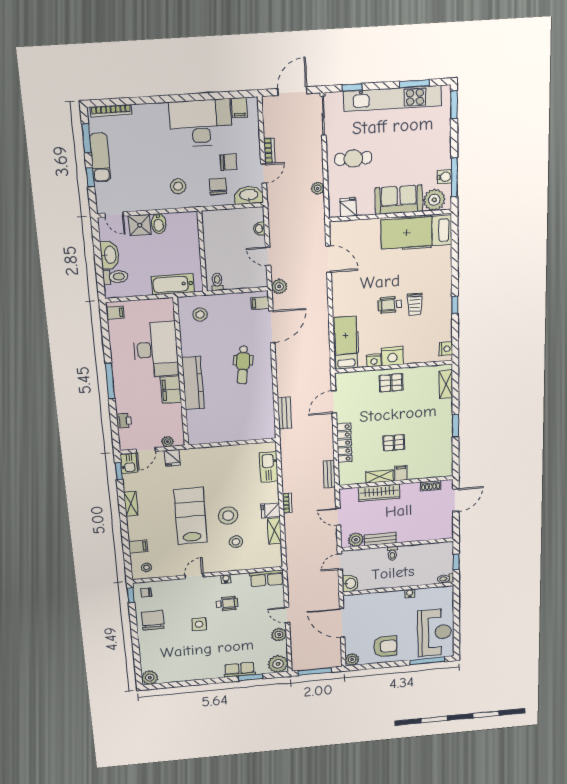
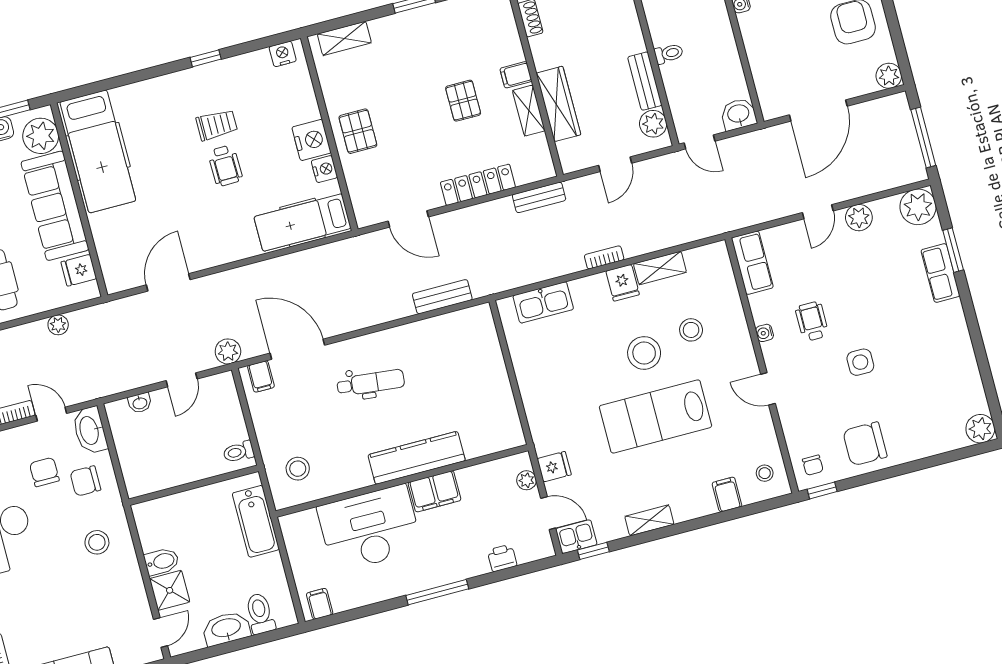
sofa: (399, 200) -> (55, 206), width x1.36

